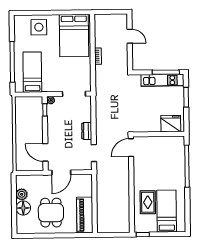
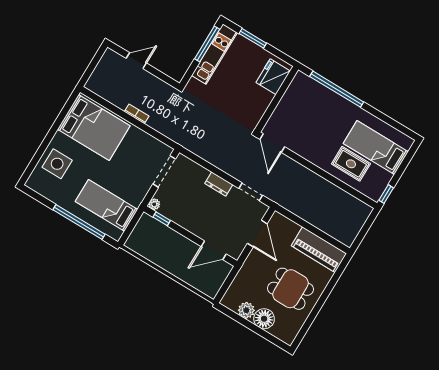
door: (61, 172) -> (257, 234), moved

